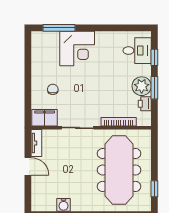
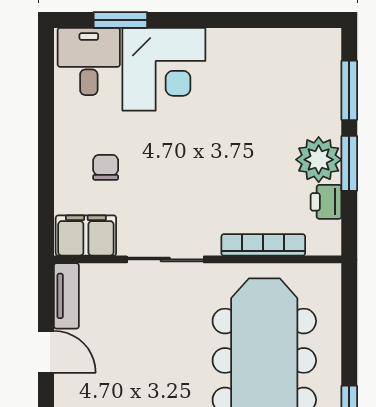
window: (59, 28) -> (120, 20), width x0.69
desk: (137, 51) -> (89, 61), moved, turned -90
window: (154, 57) -> (349, 90), width x1.50

